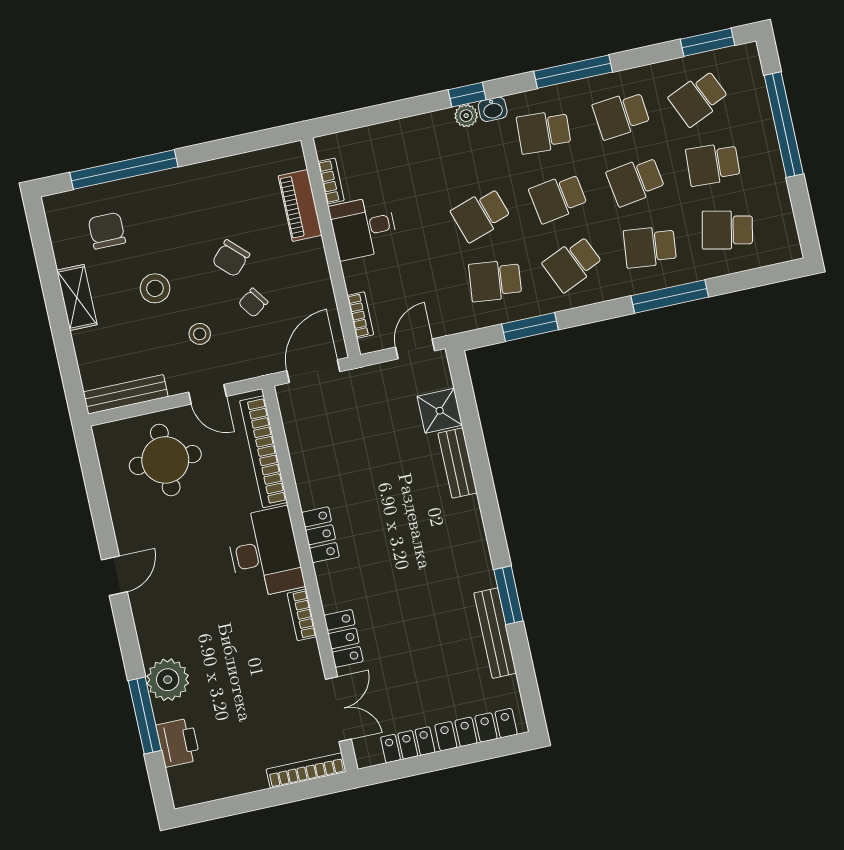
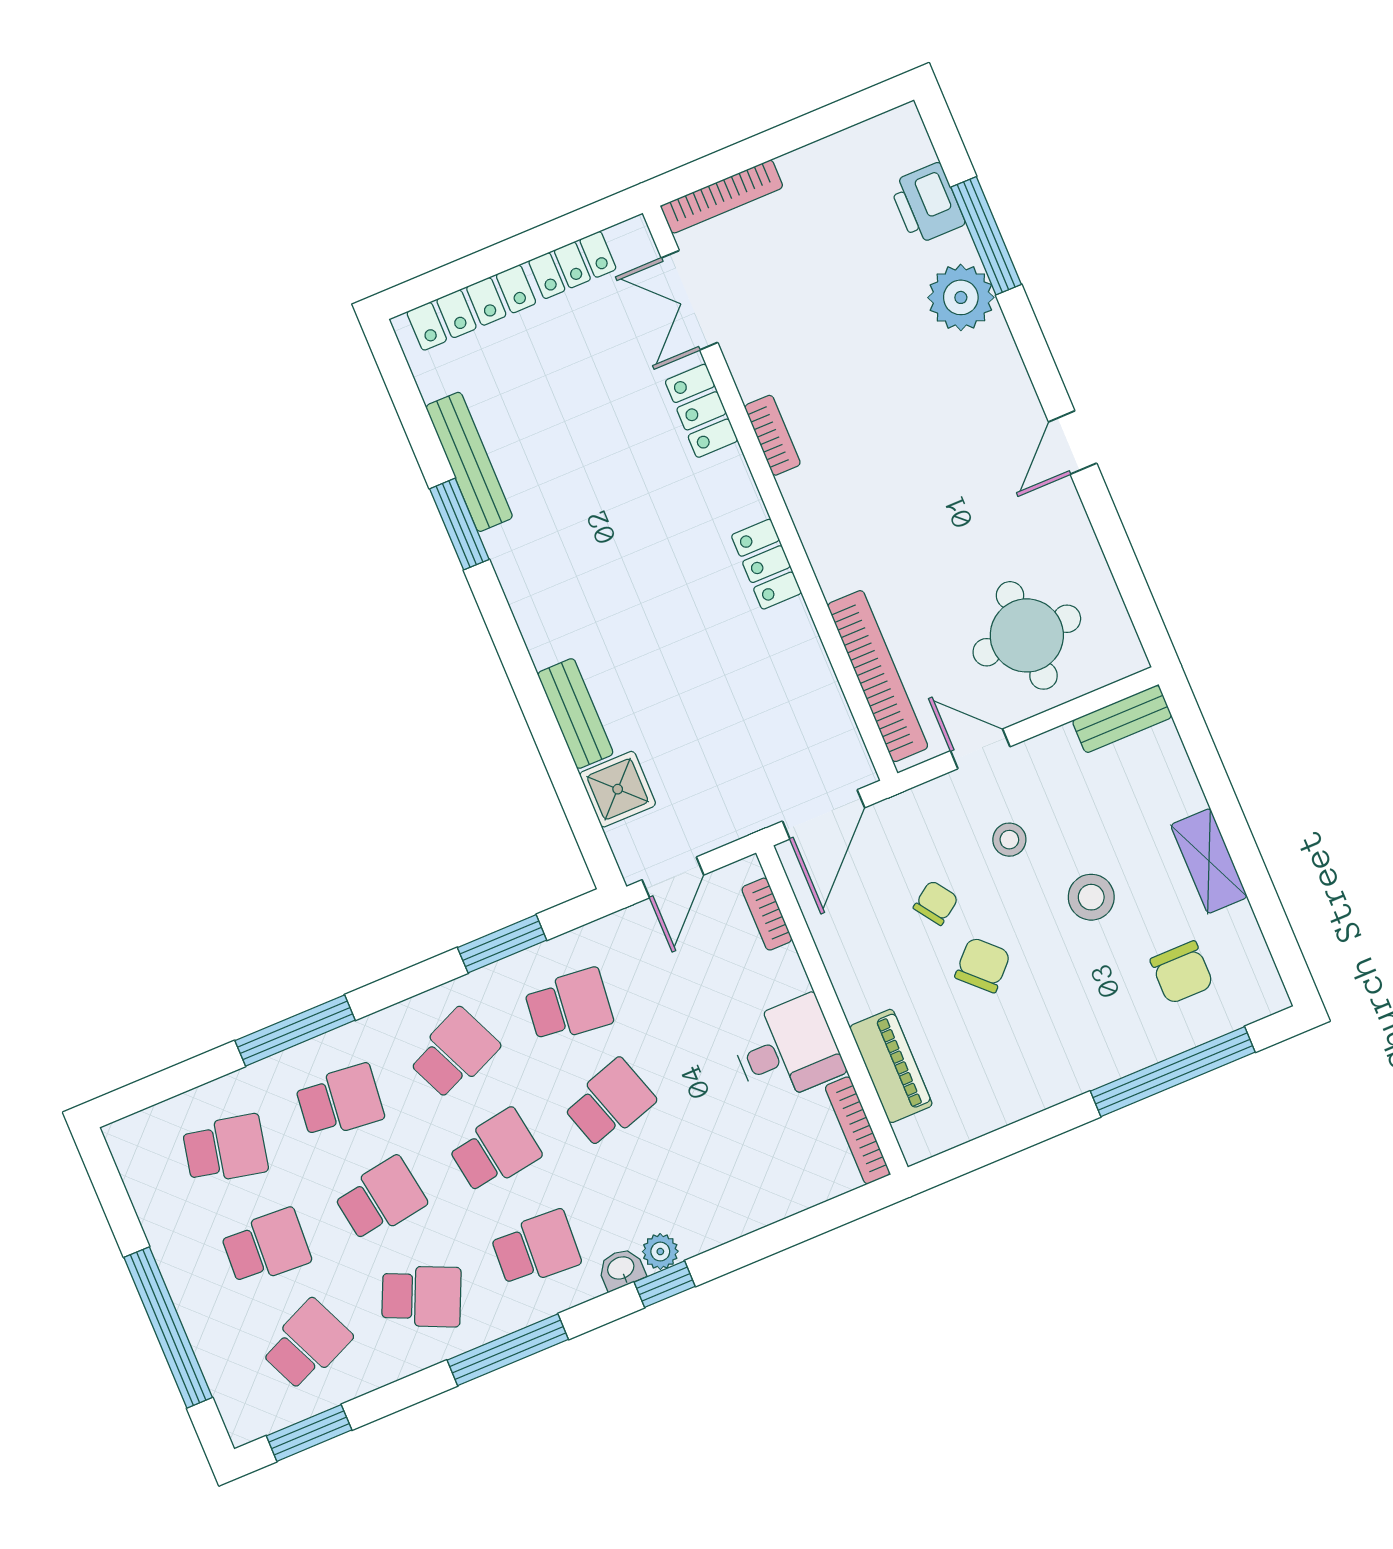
school desk: (621, 115) -> (421, 1296), turned 30
bookcase: (331, 181) -> (857, 1130), width x1.56
bench: (126, 394) -> (1122, 719), width x0.73
desk: (265, 553) -> (847, 521), removed

